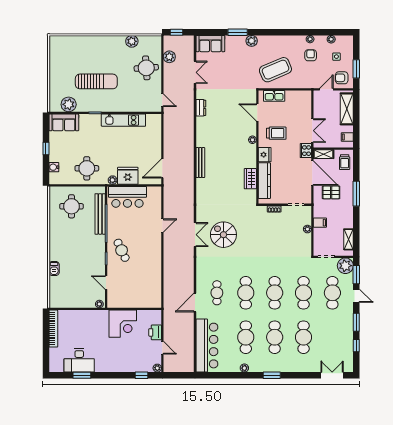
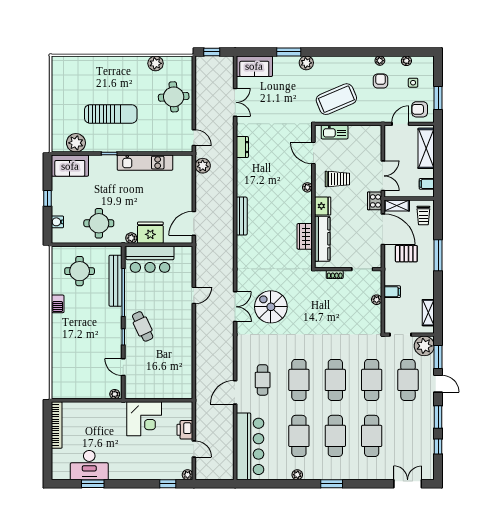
plant: (169, 57) -> (203, 166), moved
barbecue: (54, 268) -> (58, 304), moved

